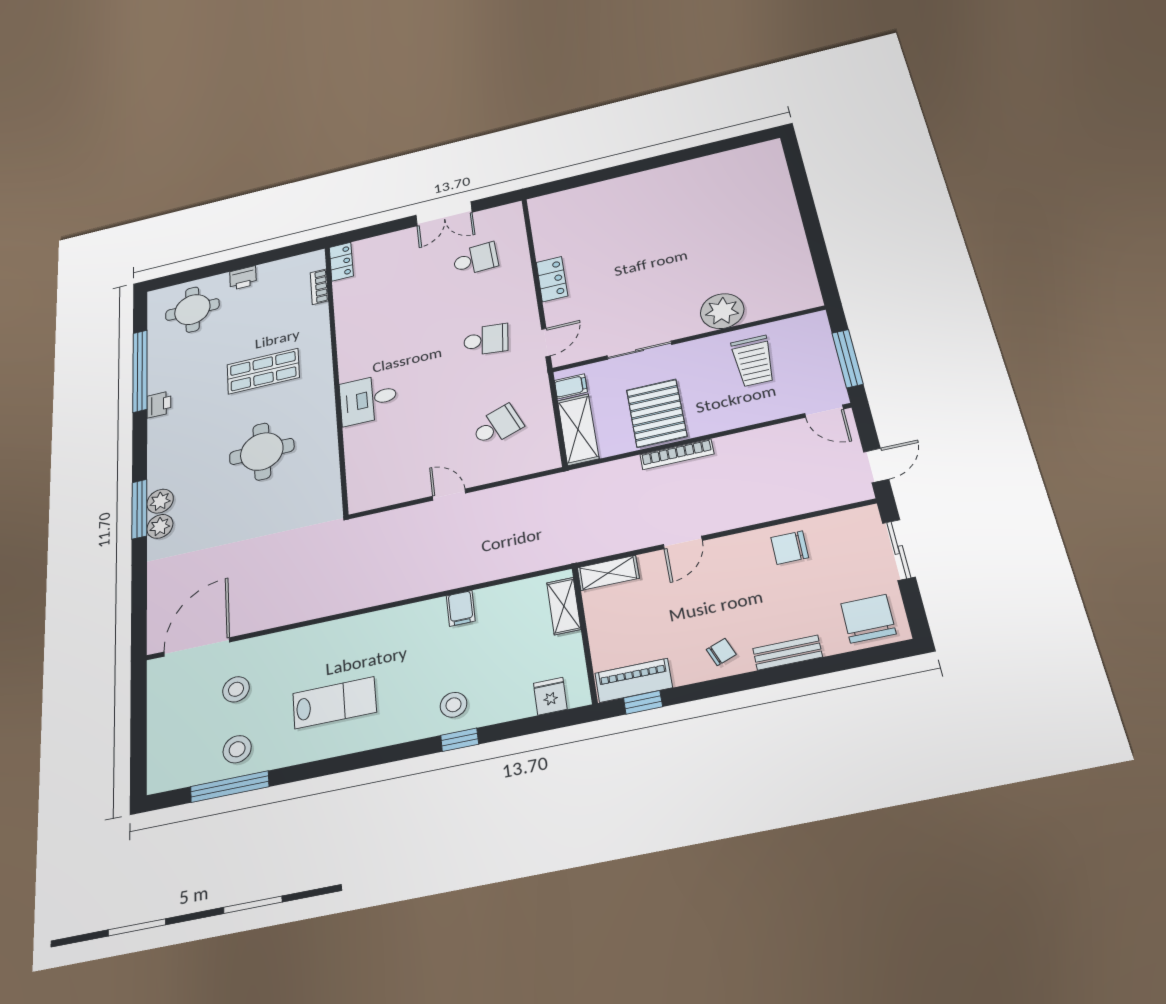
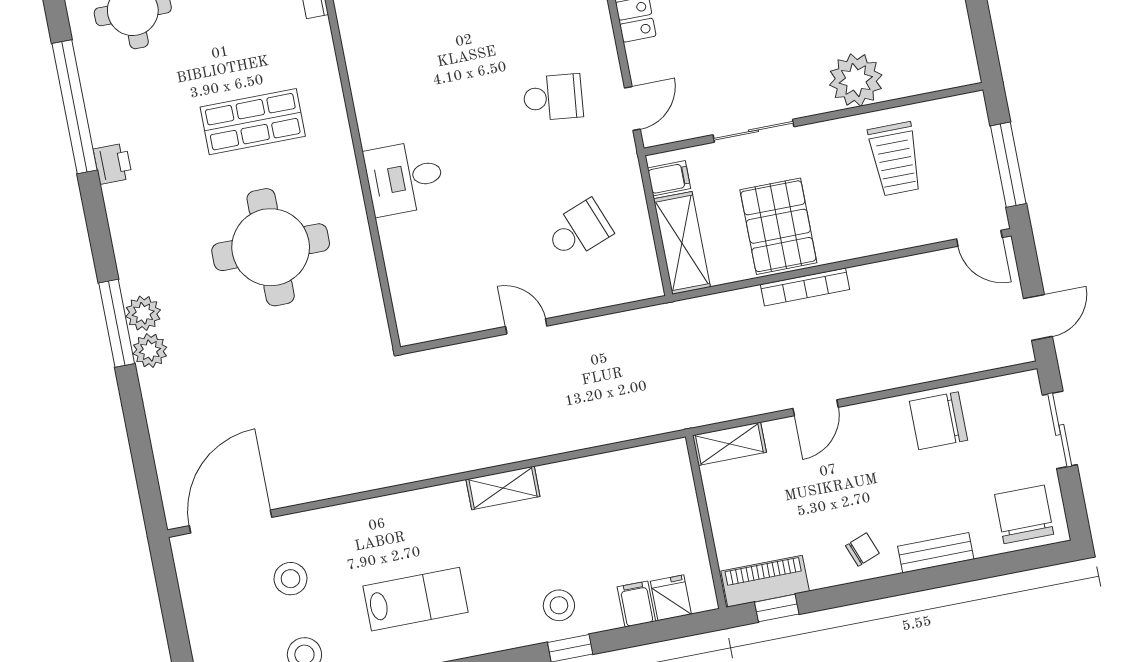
round table: (262, 451) -> (271, 247), width x1.36, depth x1.36
chair: (790, 548) -> (938, 421), width x1.37, depth x1.37
shelving: (564, 606) -> (503, 488), moved, turned 90
filing cabinet: (461, 608) -> (636, 604), moved, turned 180

